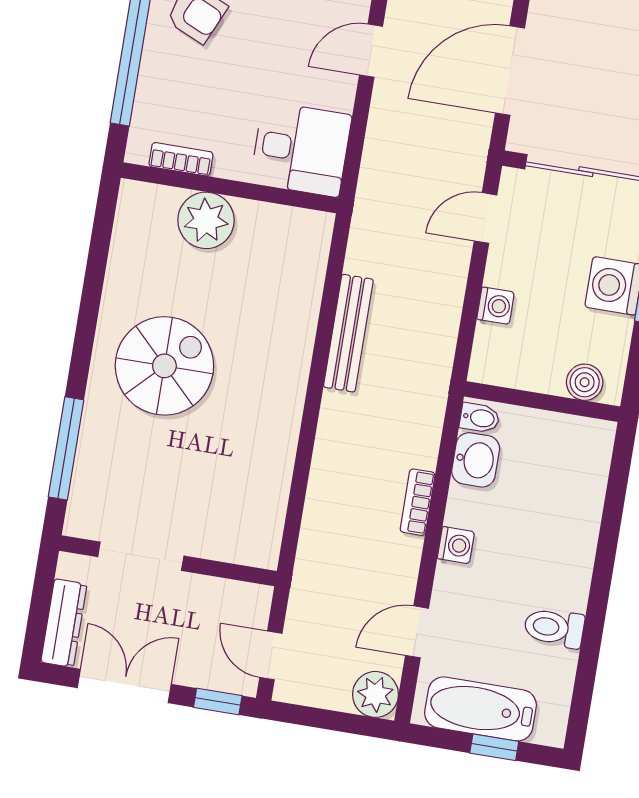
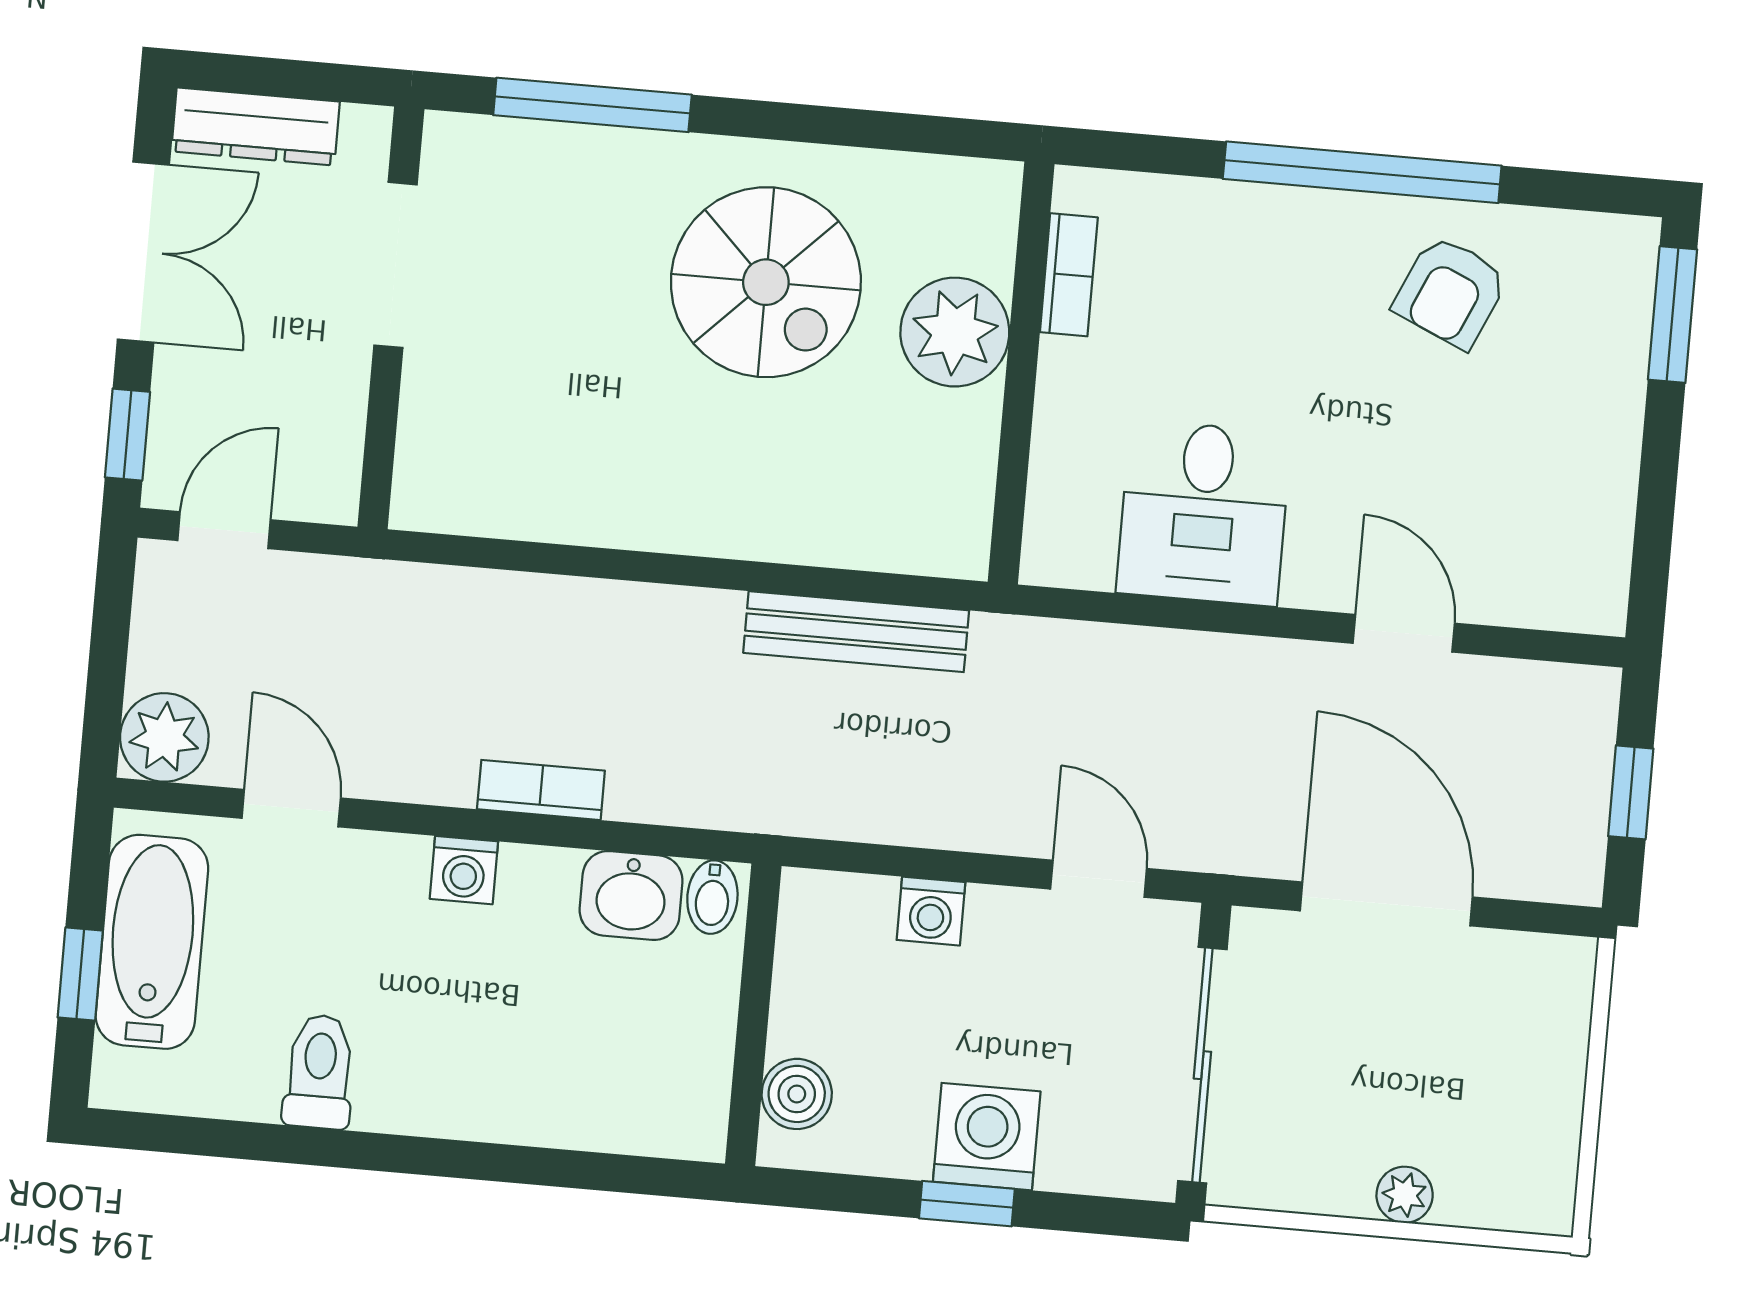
bookcase: (181, 159) -> (1069, 275), moved
wall: (230, 188) -> (1021, 373), moved
plant: (206, 220) -> (955, 332), moved

